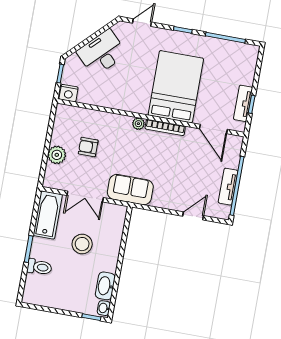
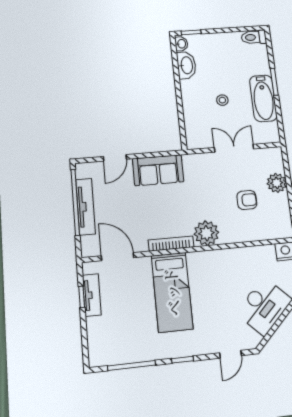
bed: (176, 87) -> (172, 292), width x0.67
plant: (138, 124) -> (206, 233), width x1.88, depth x1.88
tv unit: (228, 187) -> (86, 207), width x1.41
sofa: (130, 190) -> (158, 170), moved
bathtub: (48, 215) -> (263, 98), moved
stool: (82, 244) -> (222, 100), width x0.53, depth x0.53
toilet: (39, 267) -> (254, 37), moved

